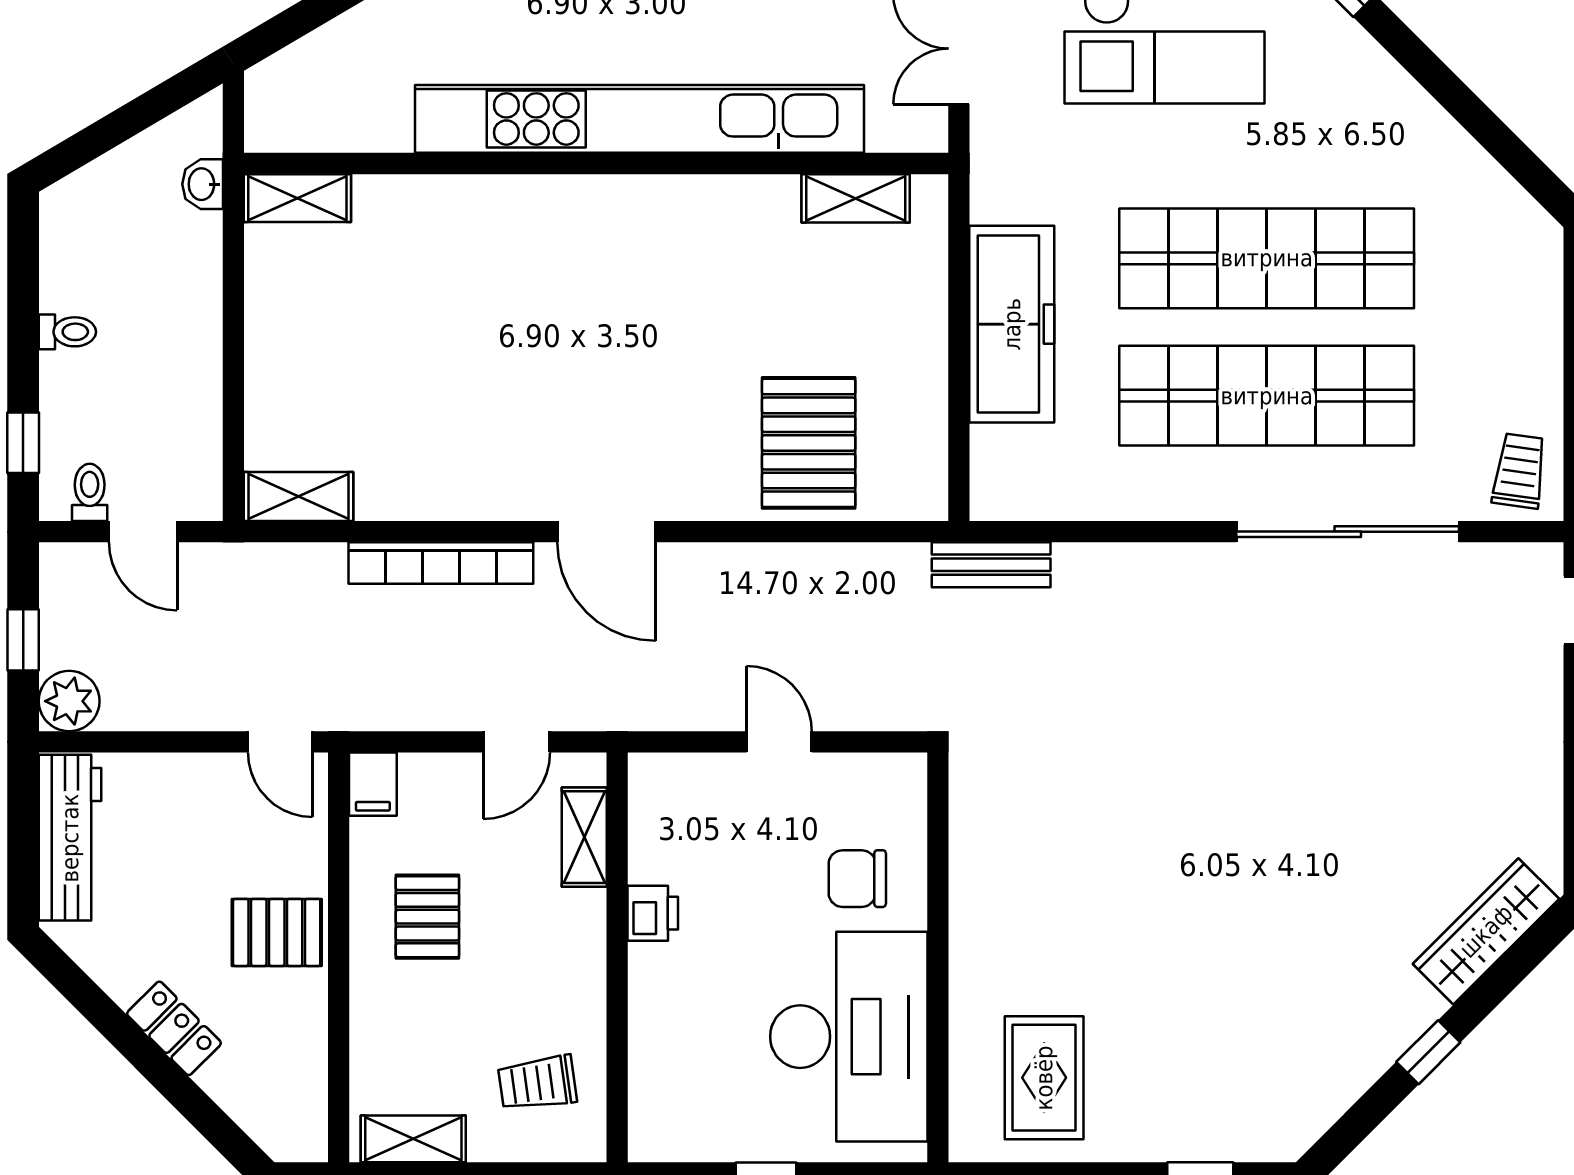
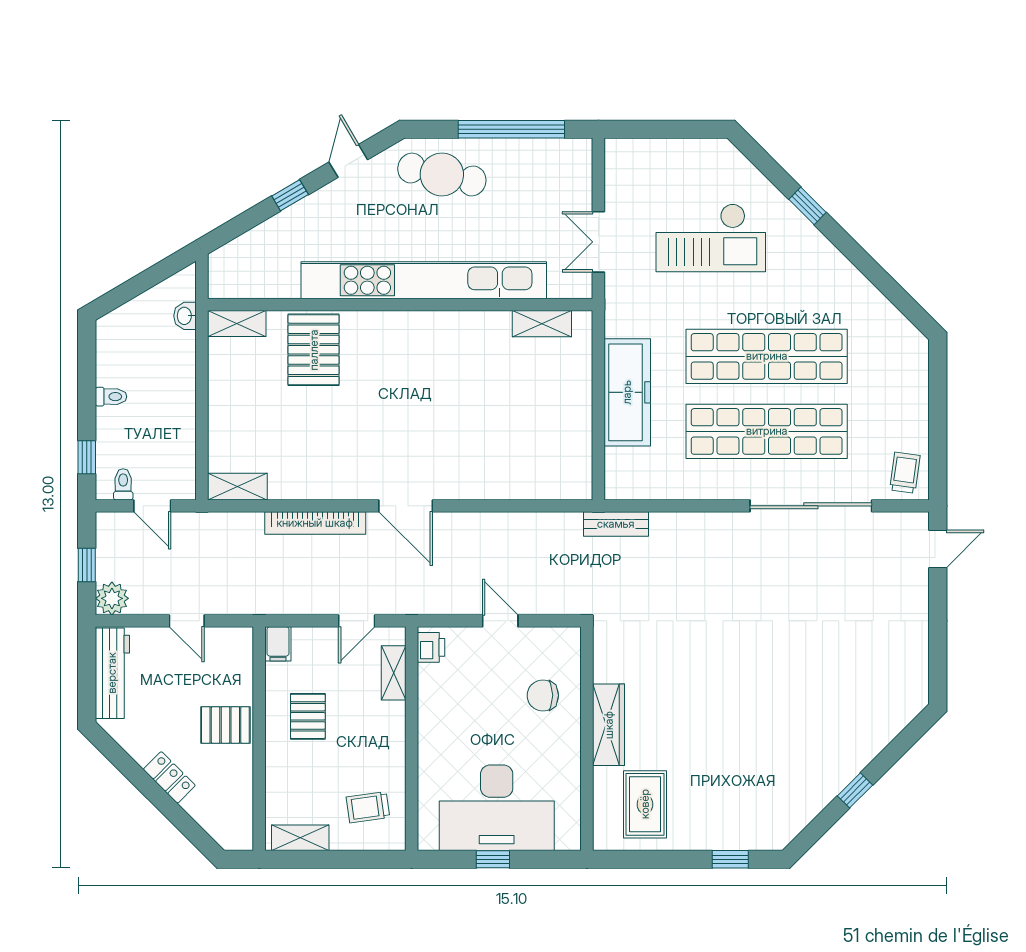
pallet: (809, 443) -> (314, 350), moved
door: (280, 742) -> (187, 621), moved
printer: (653, 913) -> (431, 647), moved
wardrobe: (1486, 931) -> (609, 725), moved, turned 135
desk: (849, 1037) -> (497, 808), moved, turned 90

